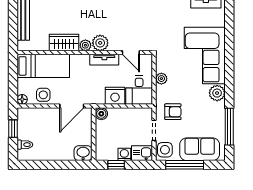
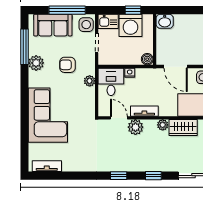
plant: (100, 43) -> (135, 127), moved
plant: (161, 79) -> (90, 81), moved
plant: (217, 93) -> (36, 63), moved
nightstand: (115, 96) -> (130, 73), width x0.53, depth x0.56
door: (72, 106) -> (176, 67), swing flipped
armchair: (173, 112) -> (67, 65), moved
washing machine: (124, 154) -> (130, 25), width x1.89, depth x1.89

